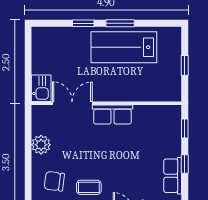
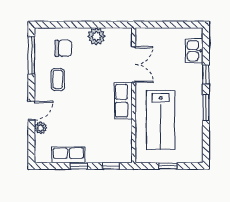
lab bench: (124, 47) -> (161, 120), moved, turned 180
kitchen sink: (41, 88) -> (194, 51), moved, turned 90
chair: (54, 181) -> (63, 48), turned 83

